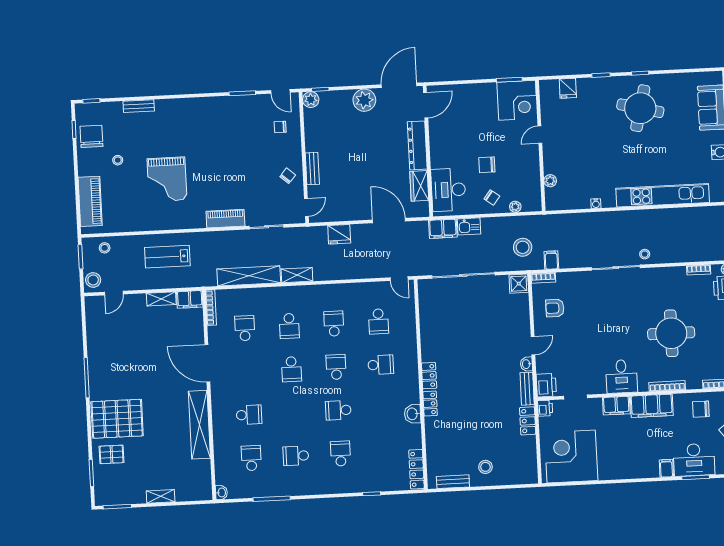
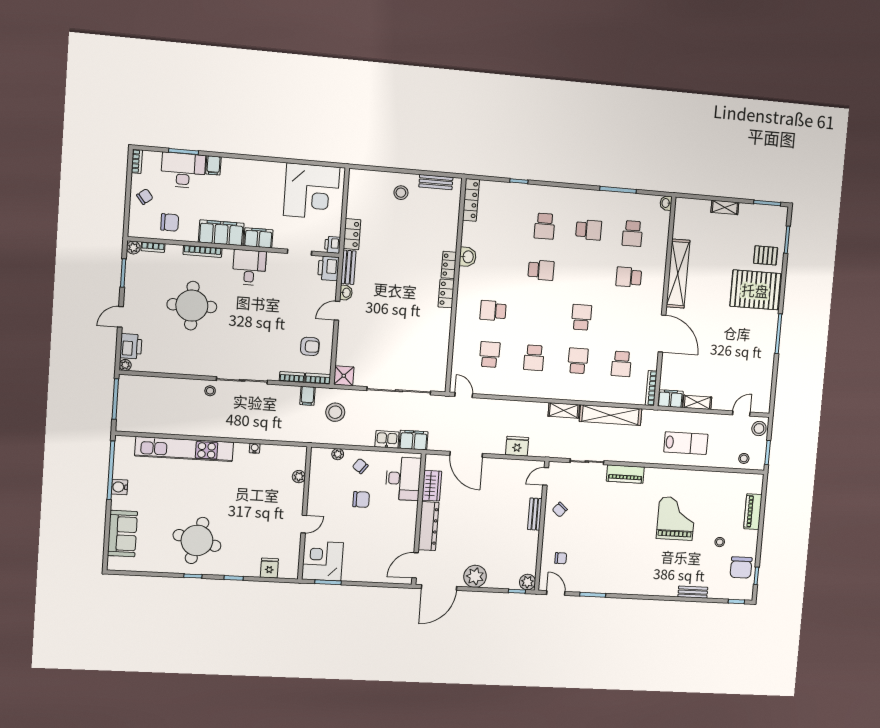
piano: (90, 201) -> (753, 512), width x0.73, depth x0.75
bookcase: (699, 270) -> (292, 377), moved
school desk: (336, 367) -> (537, 314), removed

